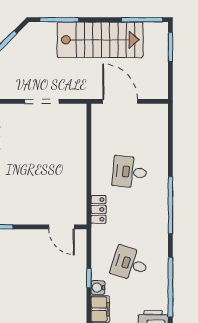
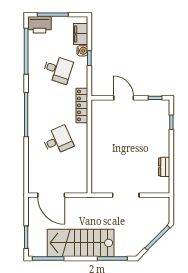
door: (120, 101) -> (51, 195), moved
desk: (130, 172) -> (58, 140), turned -30
locker: (98, 209) -> (82, 105), width x1.53
door: (62, 227) -> (124, 98), moved

